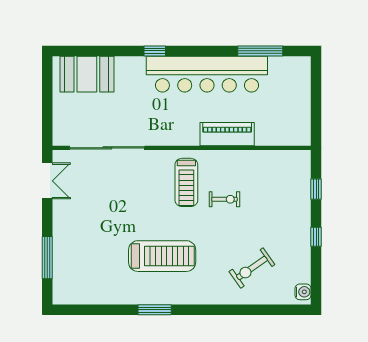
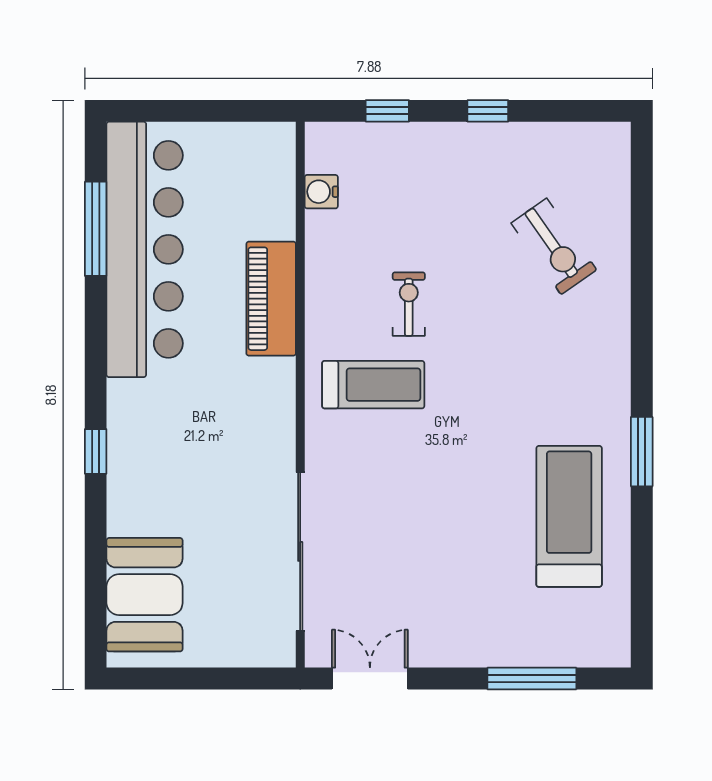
bar counter: (207, 74) -> (145, 249), moved
treadmill: (162, 256) -> (569, 516), moved
water cooler: (303, 292) -> (321, 192), moved, turned -90

